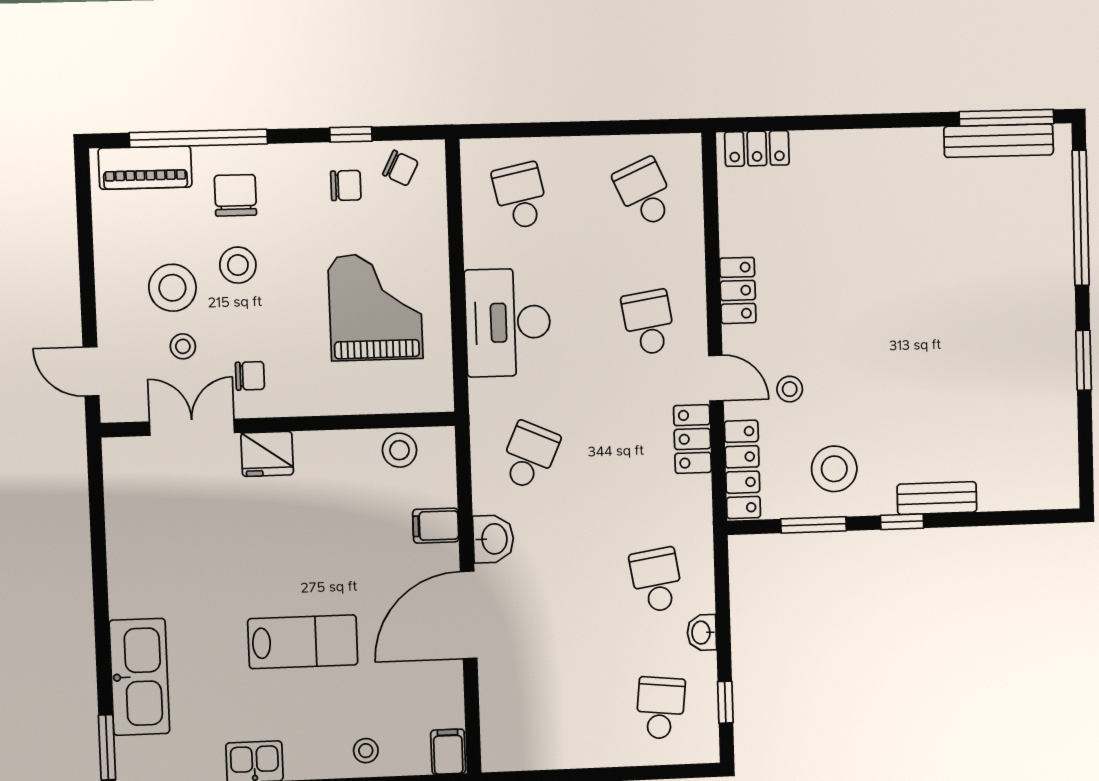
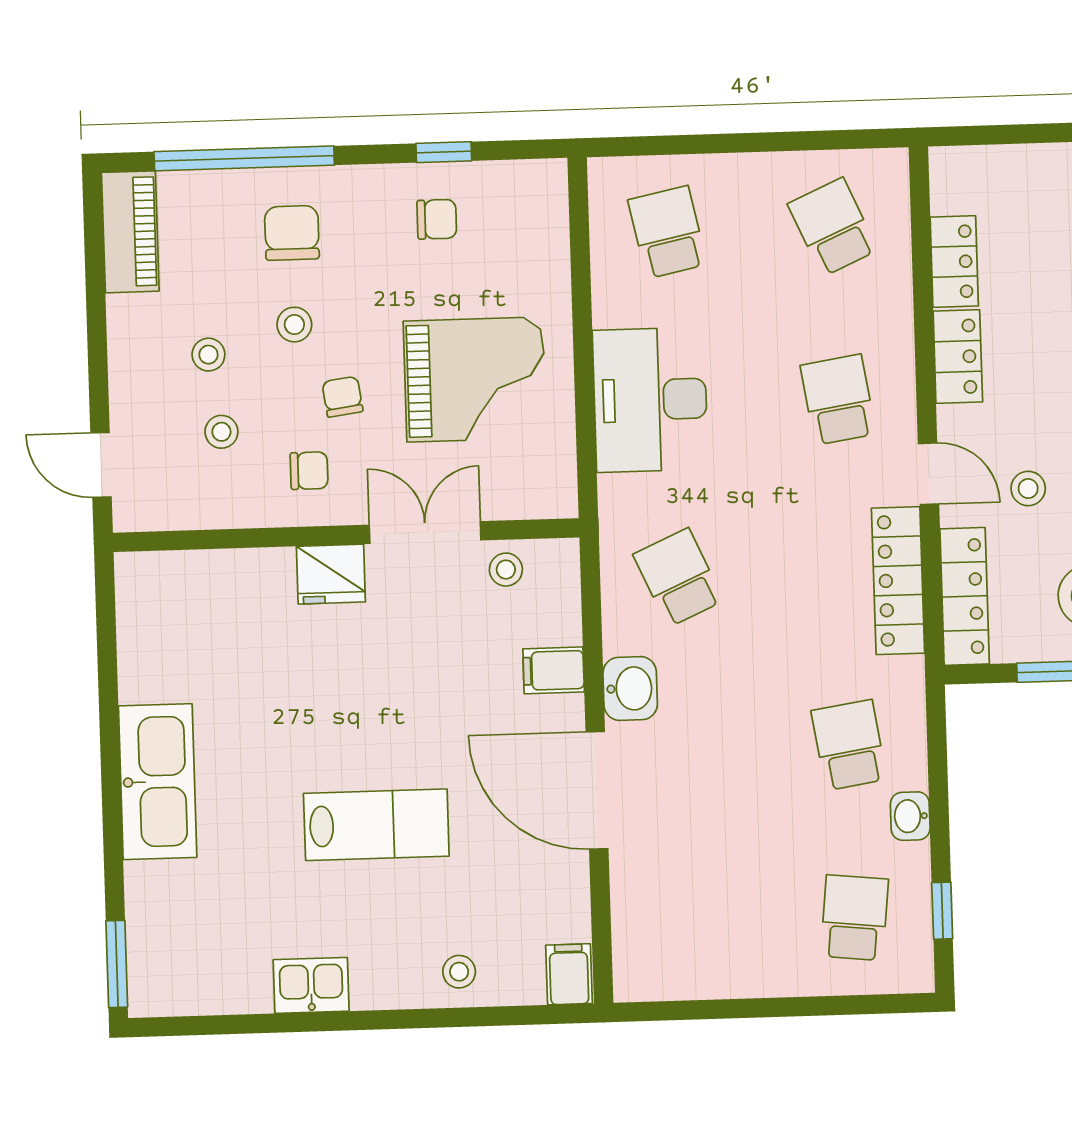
locker: (757, 148) -> (954, 262), moved, turned -90
piano: (145, 168) -> (130, 232), moved, turned -90
chair: (400, 168) -> (342, 397), moved, turned -125
stool: (238, 265) -> (294, 325), width x0.73, depth x0.73
stool: (172, 288) -> (208, 355), width x0.53, depth x0.53
grand piano: (375, 307) -> (475, 380), turned 90
double door: (192, 427) -> (425, 533), moved
locker: (692, 439) -> (898, 581), width x1.53
stool: (400, 450) -> (506, 570), width x0.73, depth x0.73
school desk: (529, 456) -> (678, 578), turned -48
door: (469, 615) -> (597, 790), hinge flipped
kitchen sink: (139, 677) -> (158, 782), moved

